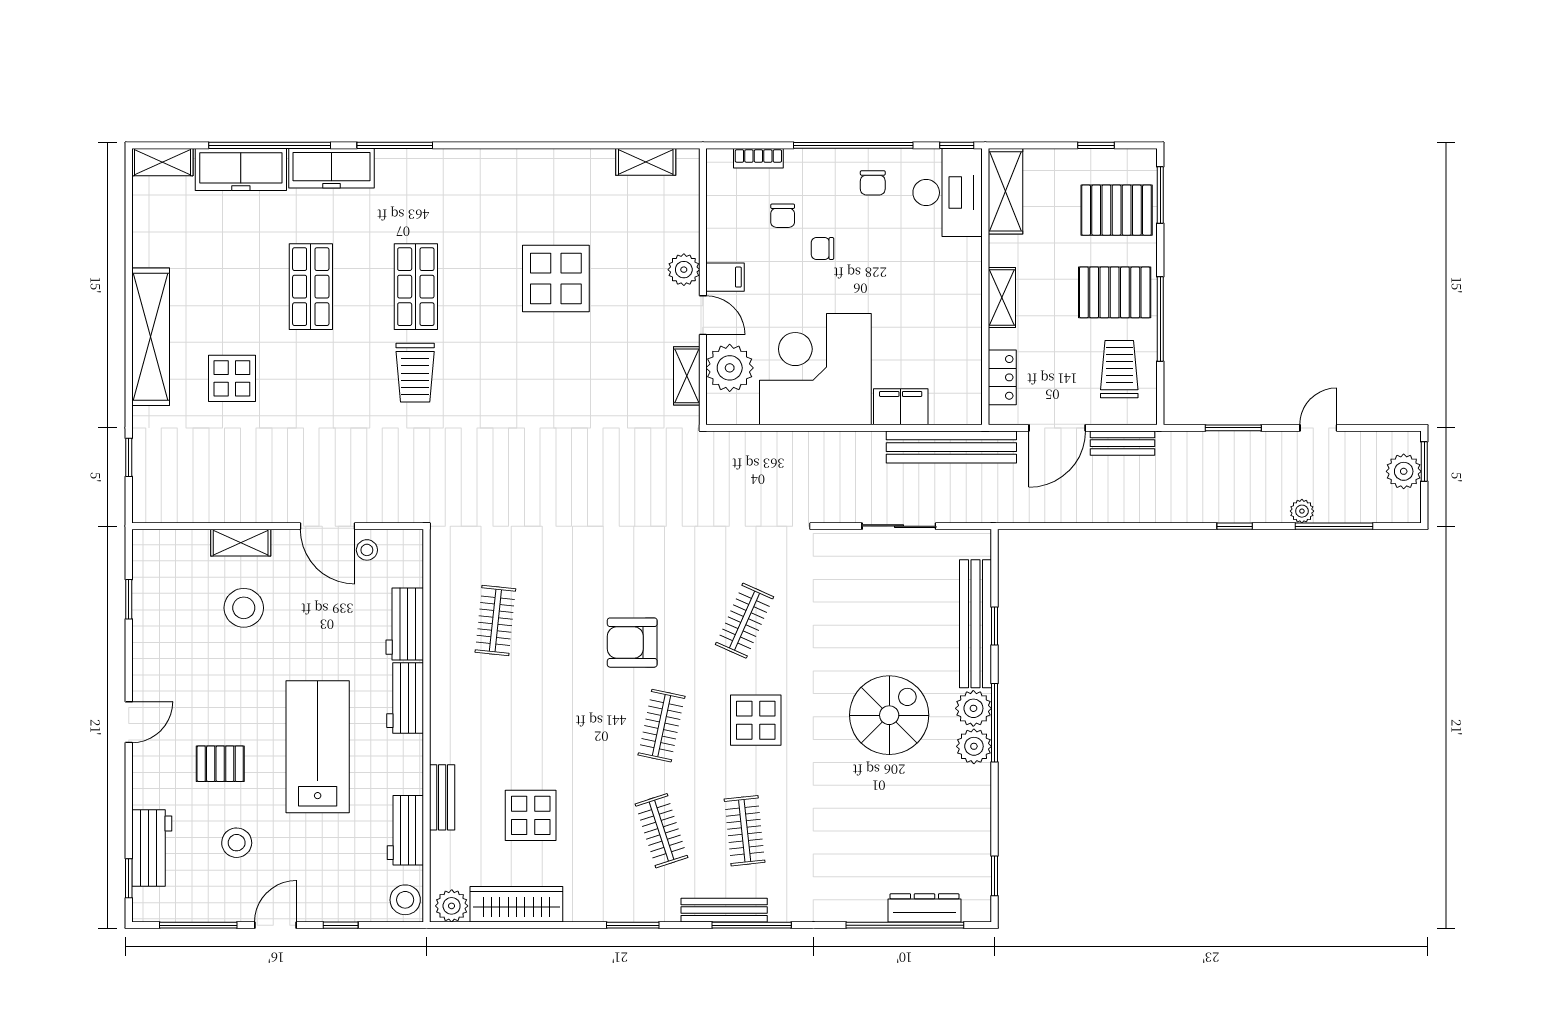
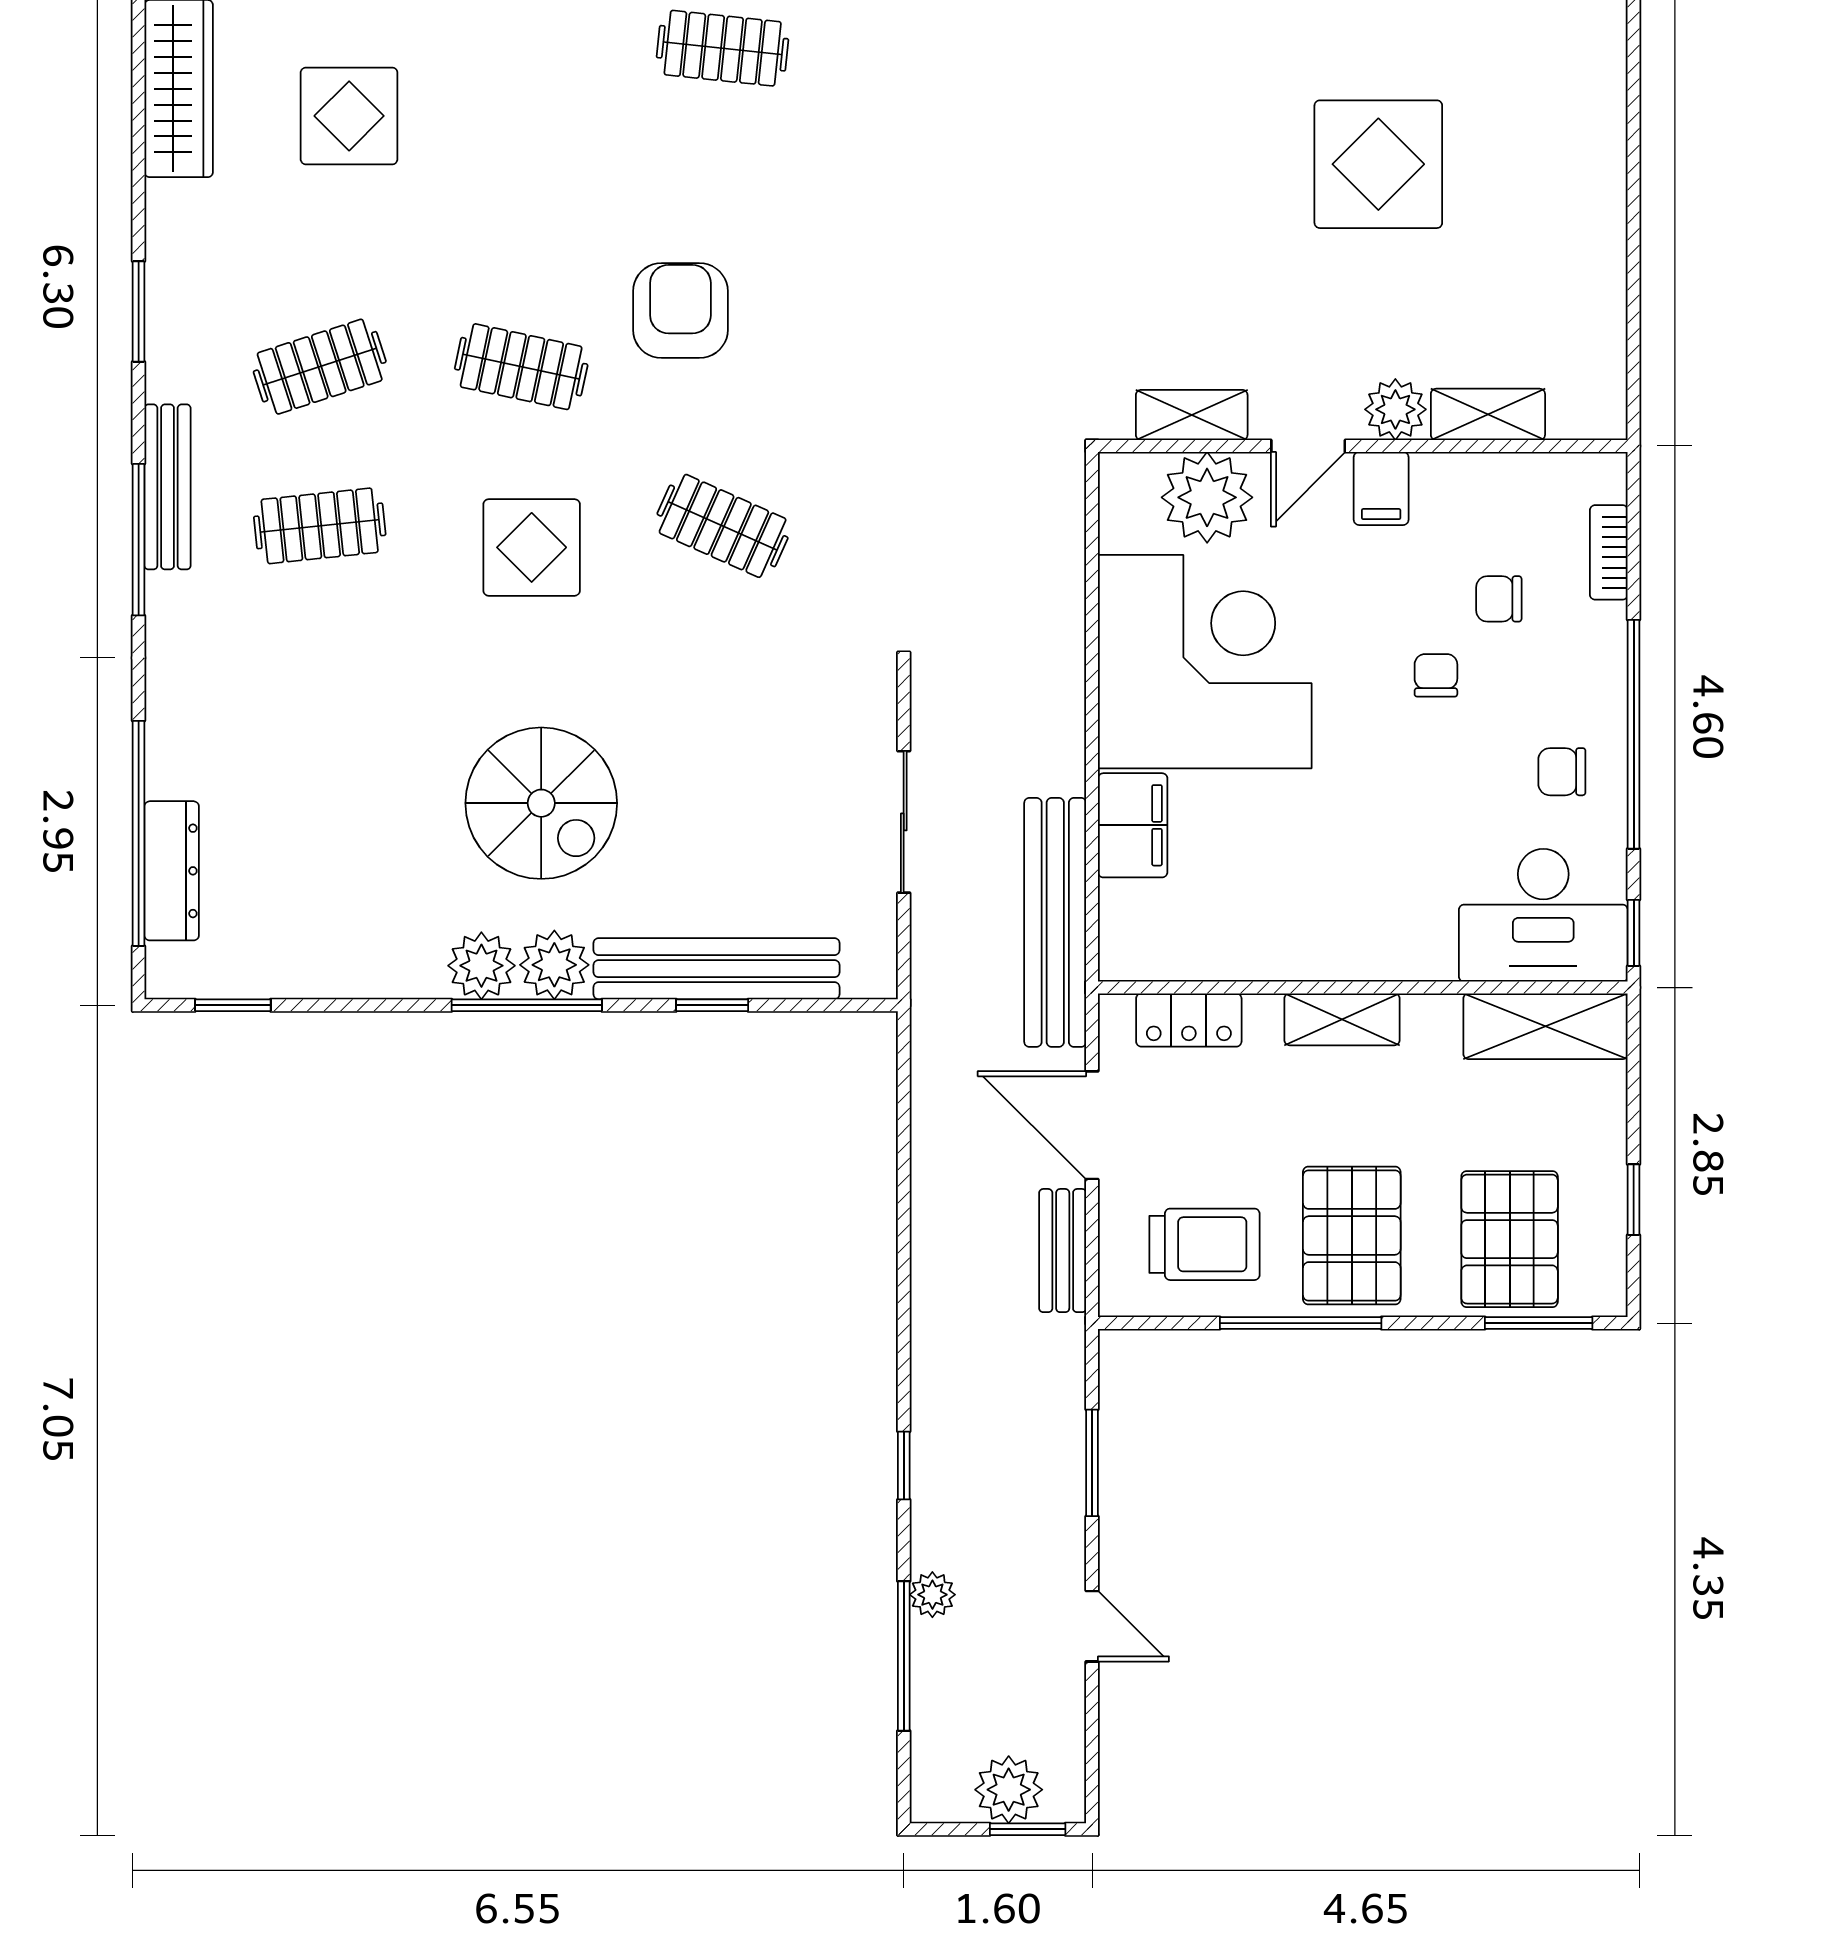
shelving: (646, 162) -> (1488, 414), moved, turned 90

